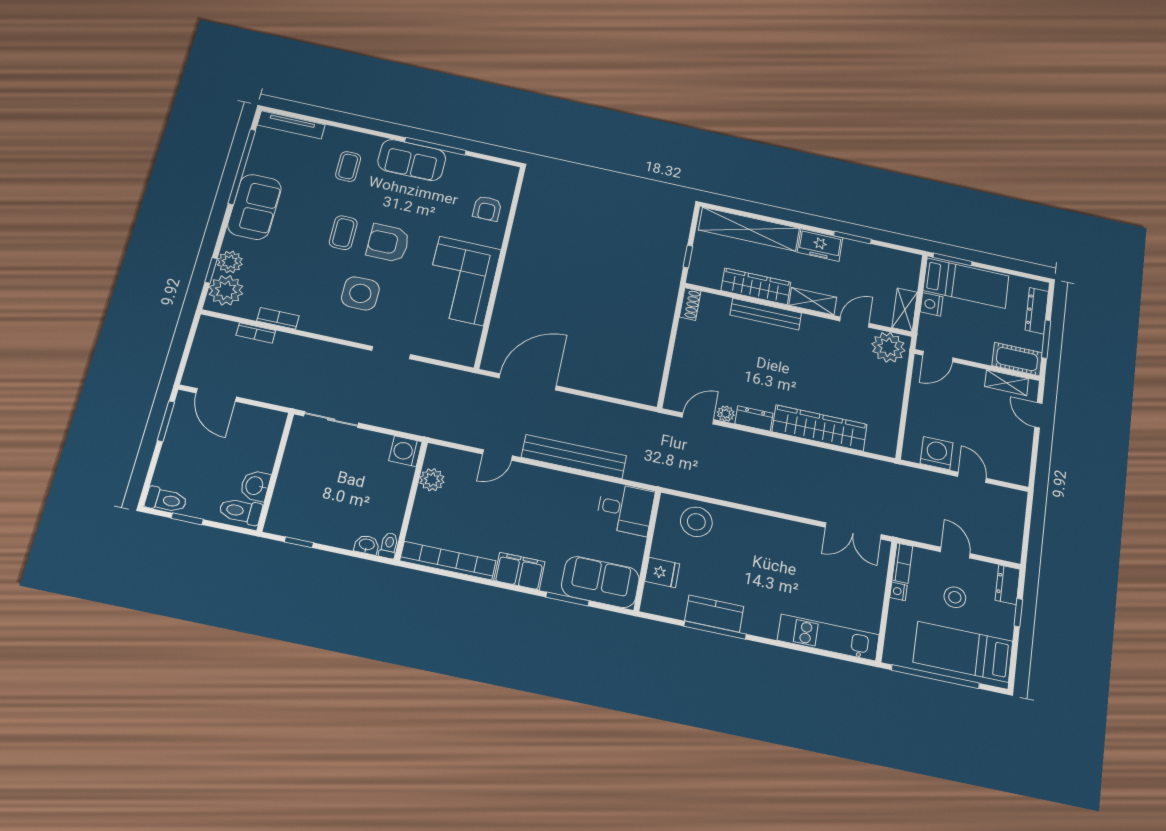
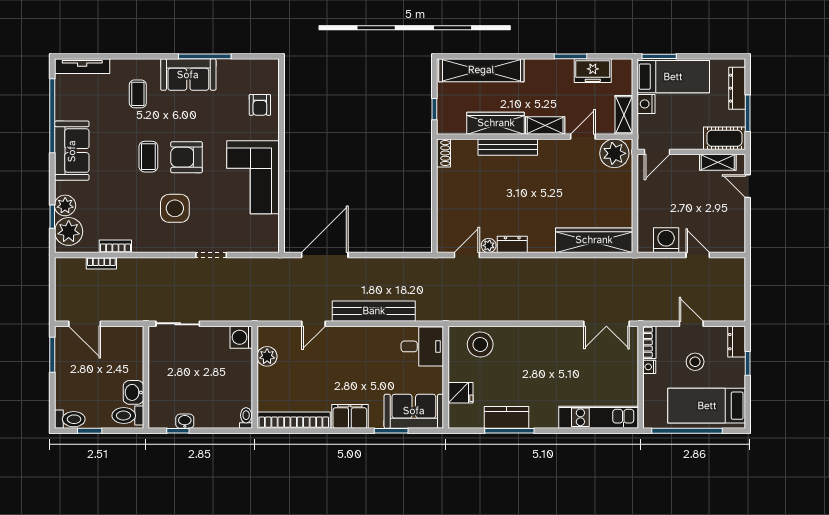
freezer: (820, 245) -> (593, 71), moved
wardrobe: (820, 428) -> (594, 240), moved
washbasin: (367, 545) -> (185, 421), moved

